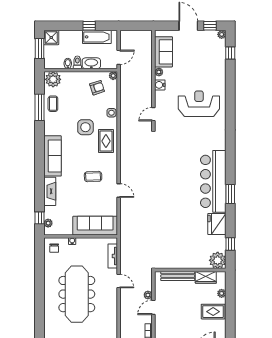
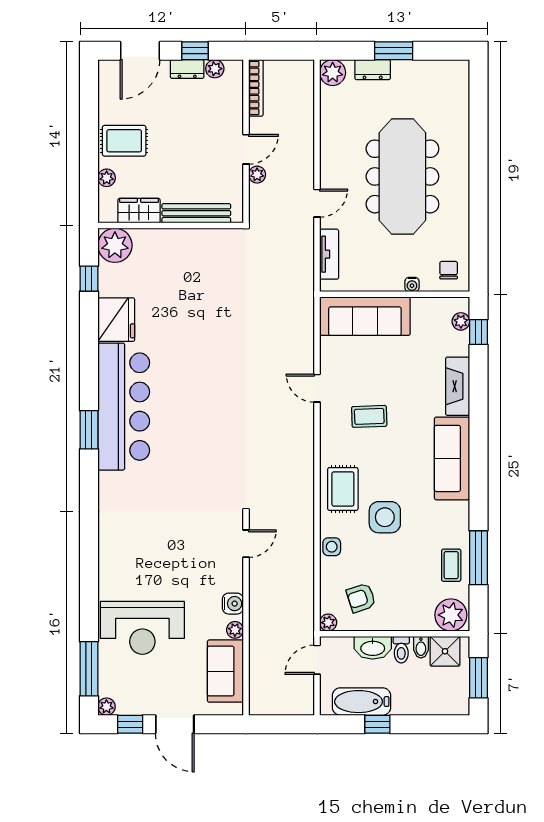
shower: (51, 37) -> (445, 651), moved
window: (230, 53) -> (89, 669), width x2.17
reception desk: (199, 104) -> (142, 628), moved
window: (230, 194) -> (89, 430), moved
door: (119, 281) -> (317, 203), swing flipped

